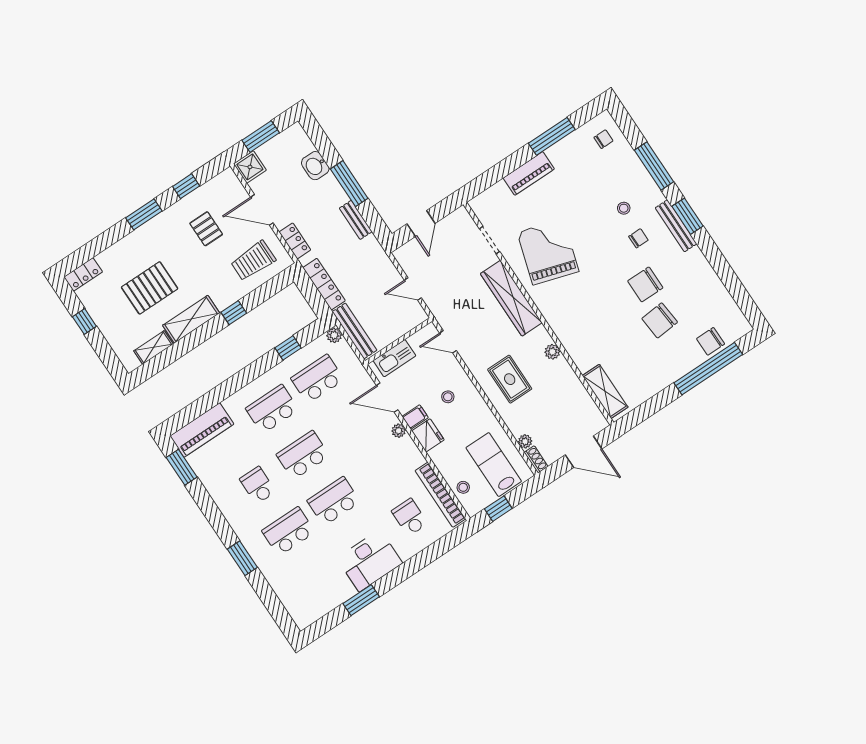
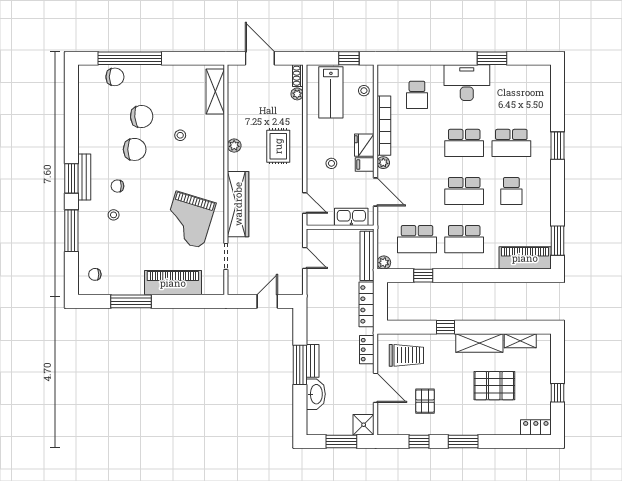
washbasin: (315, 166) -> (316, 394), width x1.38
piano: (529, 173) -> (173, 283), width x1.37, depth x1.33
bench: (356, 220) -> (313, 361), moved
stool: (611, 327) -> (180, 135), added
bookcase: (440, 495) -> (384, 126), moved

